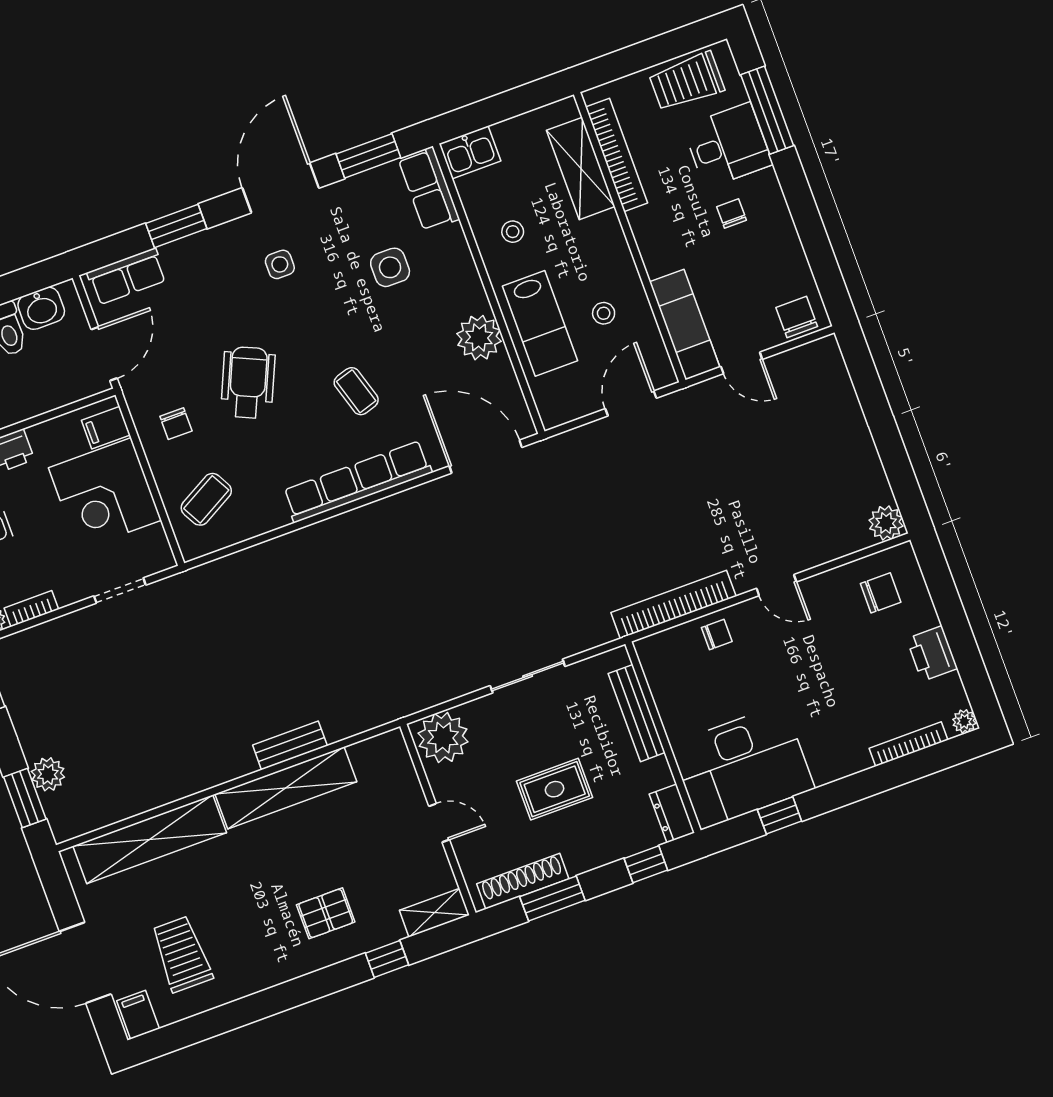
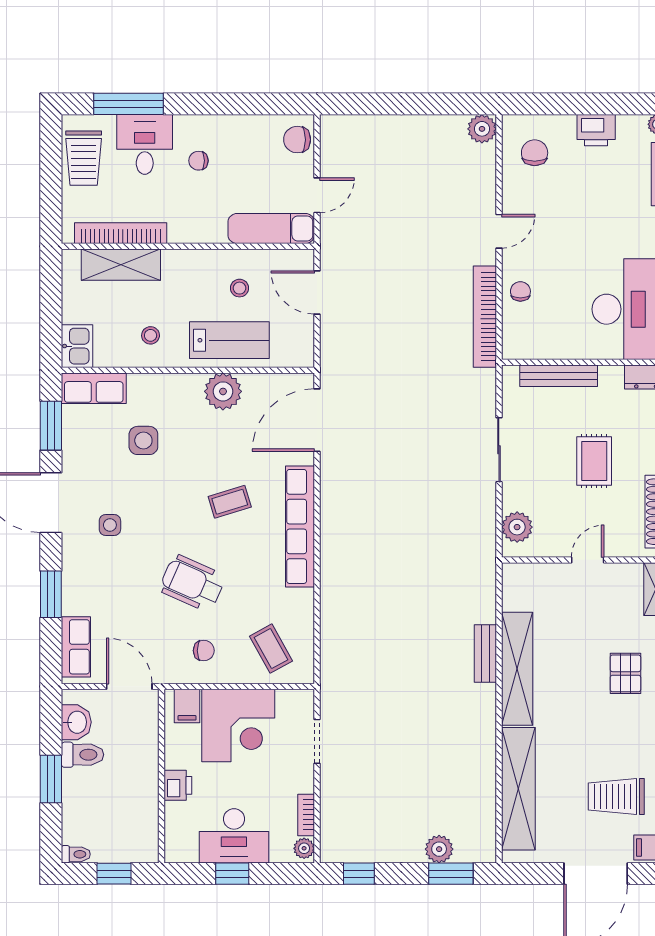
plant: (443, 738) -> (517, 527), width x0.73, depth x0.73

